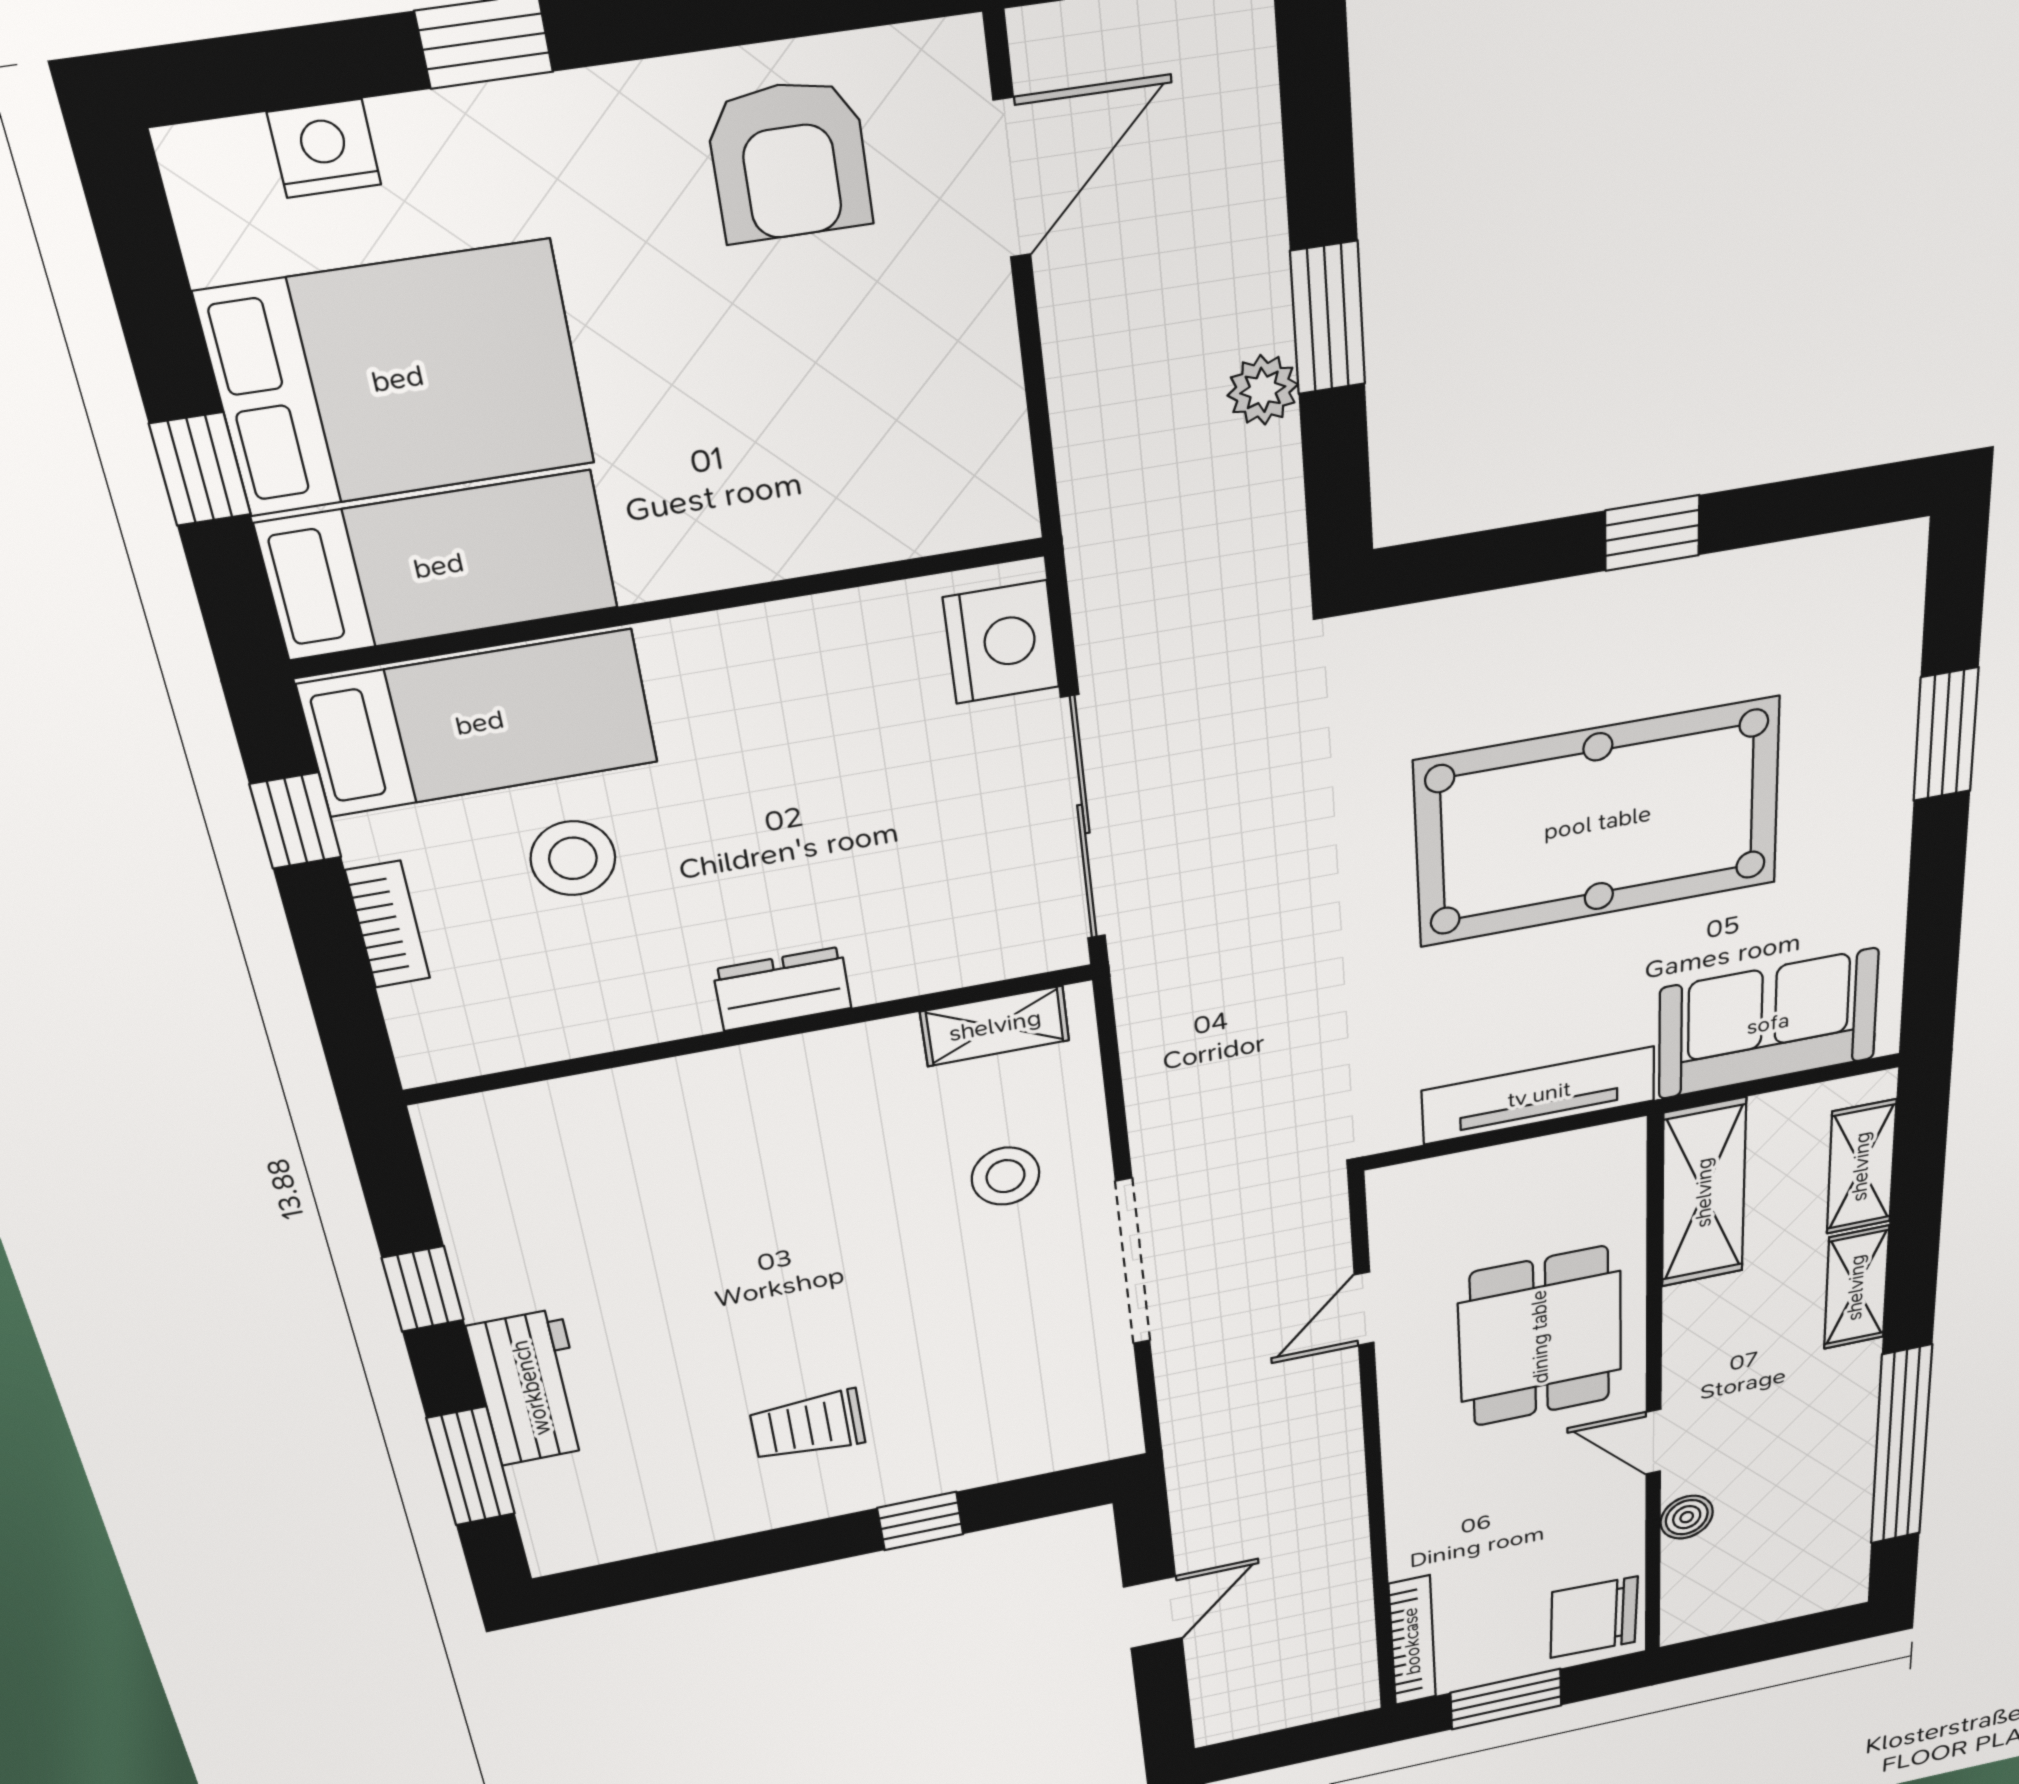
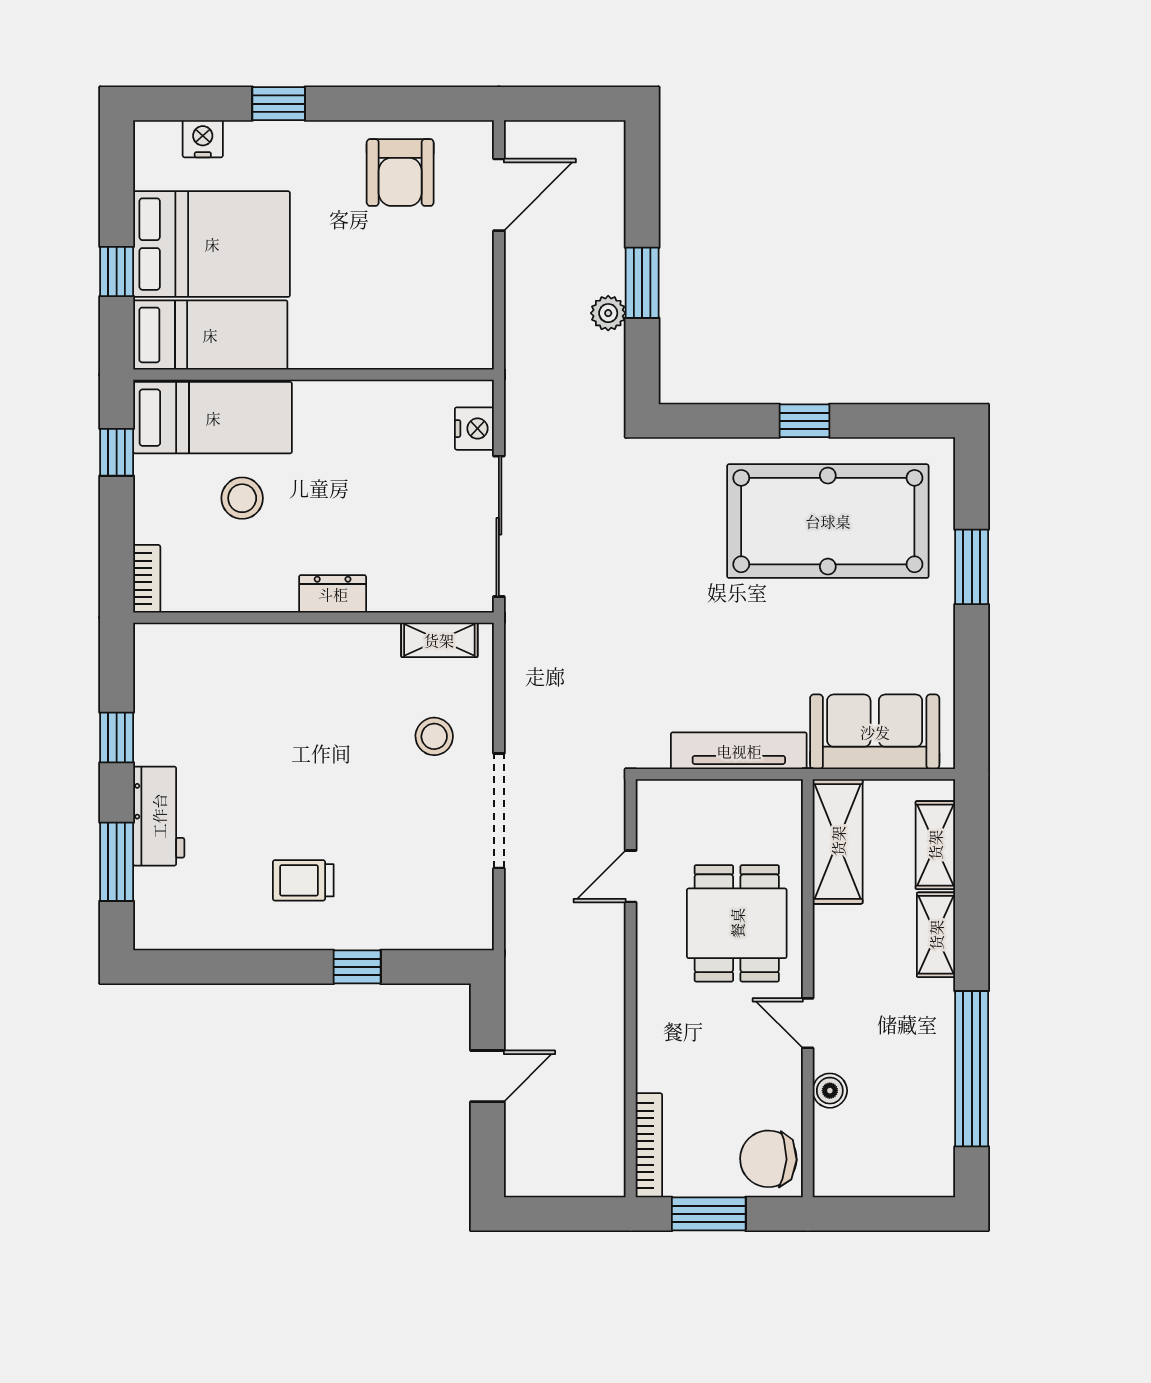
nightstand: (1001, 642) -> (474, 429), width x0.74, depth x0.75
pool table: (1598, 823) -> (828, 521), moved
bookcase: (388, 924) -> (147, 579), moved

